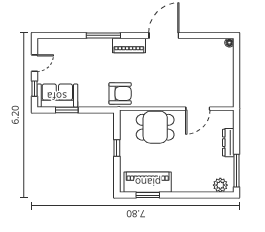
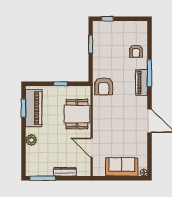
piano: (129, 45) -> (142, 82), moved
armchair: (76, 52) -> (136, 51), added
door: (34, 63) -> (128, 19), removed
sofa: (57, 96) -> (122, 167), moved, turned -90
plant: (220, 185) -> (31, 140), moved

